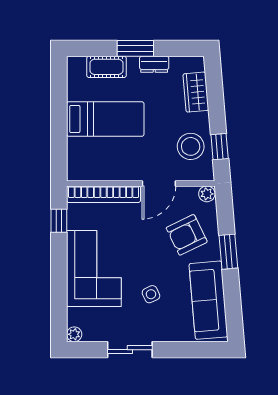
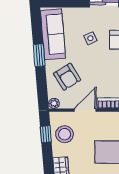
armchair: (187, 235) -> (67, 77), turned 84
window: (228, 252) -> (39, 55), moved

